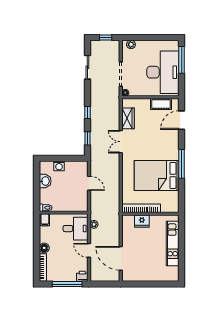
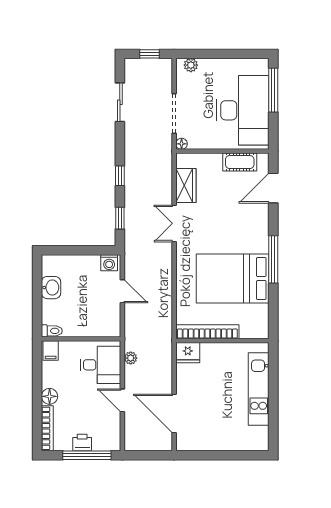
washing machine: (59, 166) -> (109, 263), moved
fridge: (142, 221) -> (188, 353), moved
printer: (82, 276) -> (82, 443), moved

